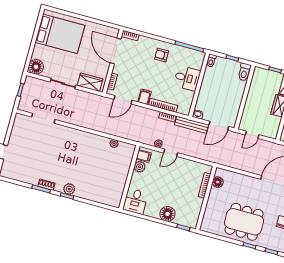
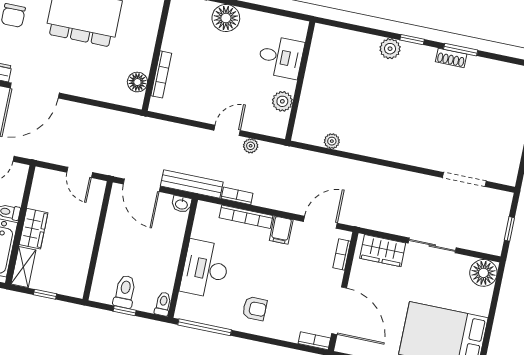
toilet: (244, 72) -> (125, 292), moved
desk: (187, 78) -> (205, 269), width x1.37
door: (219, 126) -> (142, 185), swing flipped
door: (252, 135) -> (80, 172), swing flipped
filing cabinet: (144, 156) -> (276, 121), removed
plant: (69, 189) -> (390, 49), moved
desk: (135, 201) -> (281, 57), moved, turned 90

